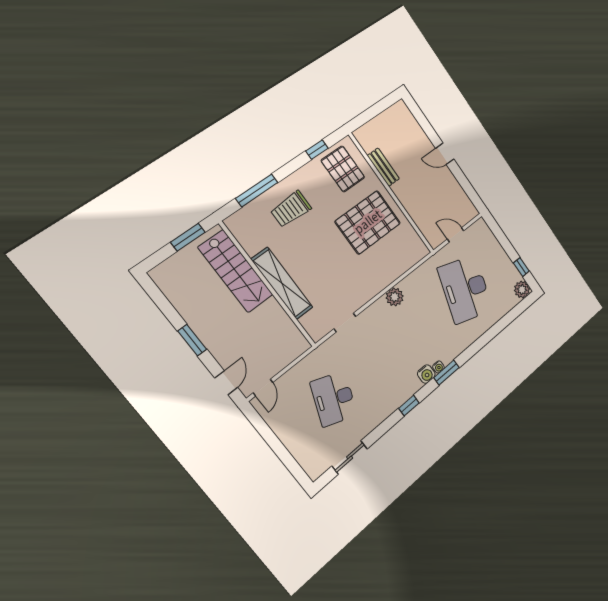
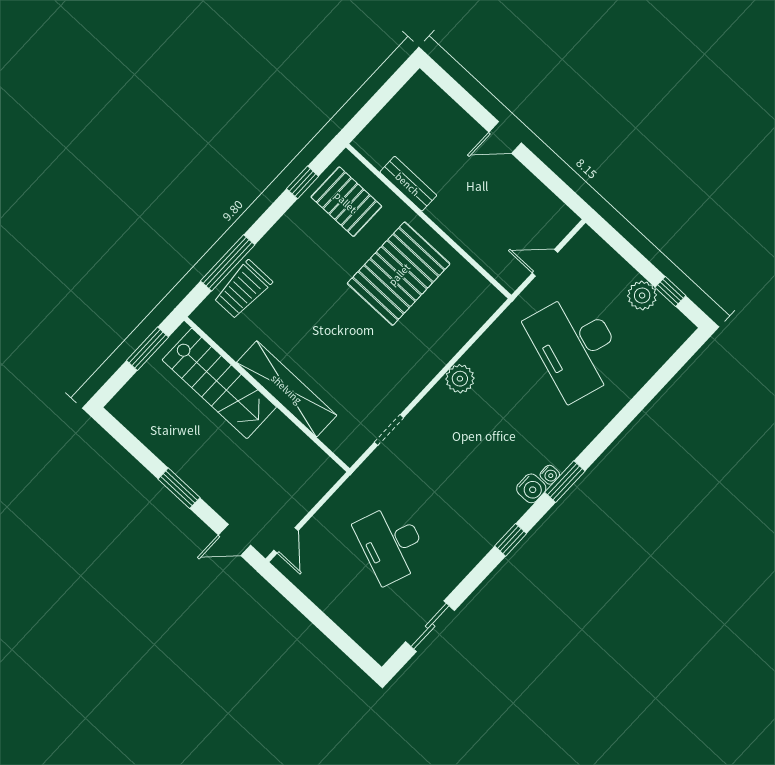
trolley: (291, 209) -> (243, 290), moved
plant: (522, 290) -> (642, 295), moved
door: (226, 383) -> (235, 540), swing flipped

